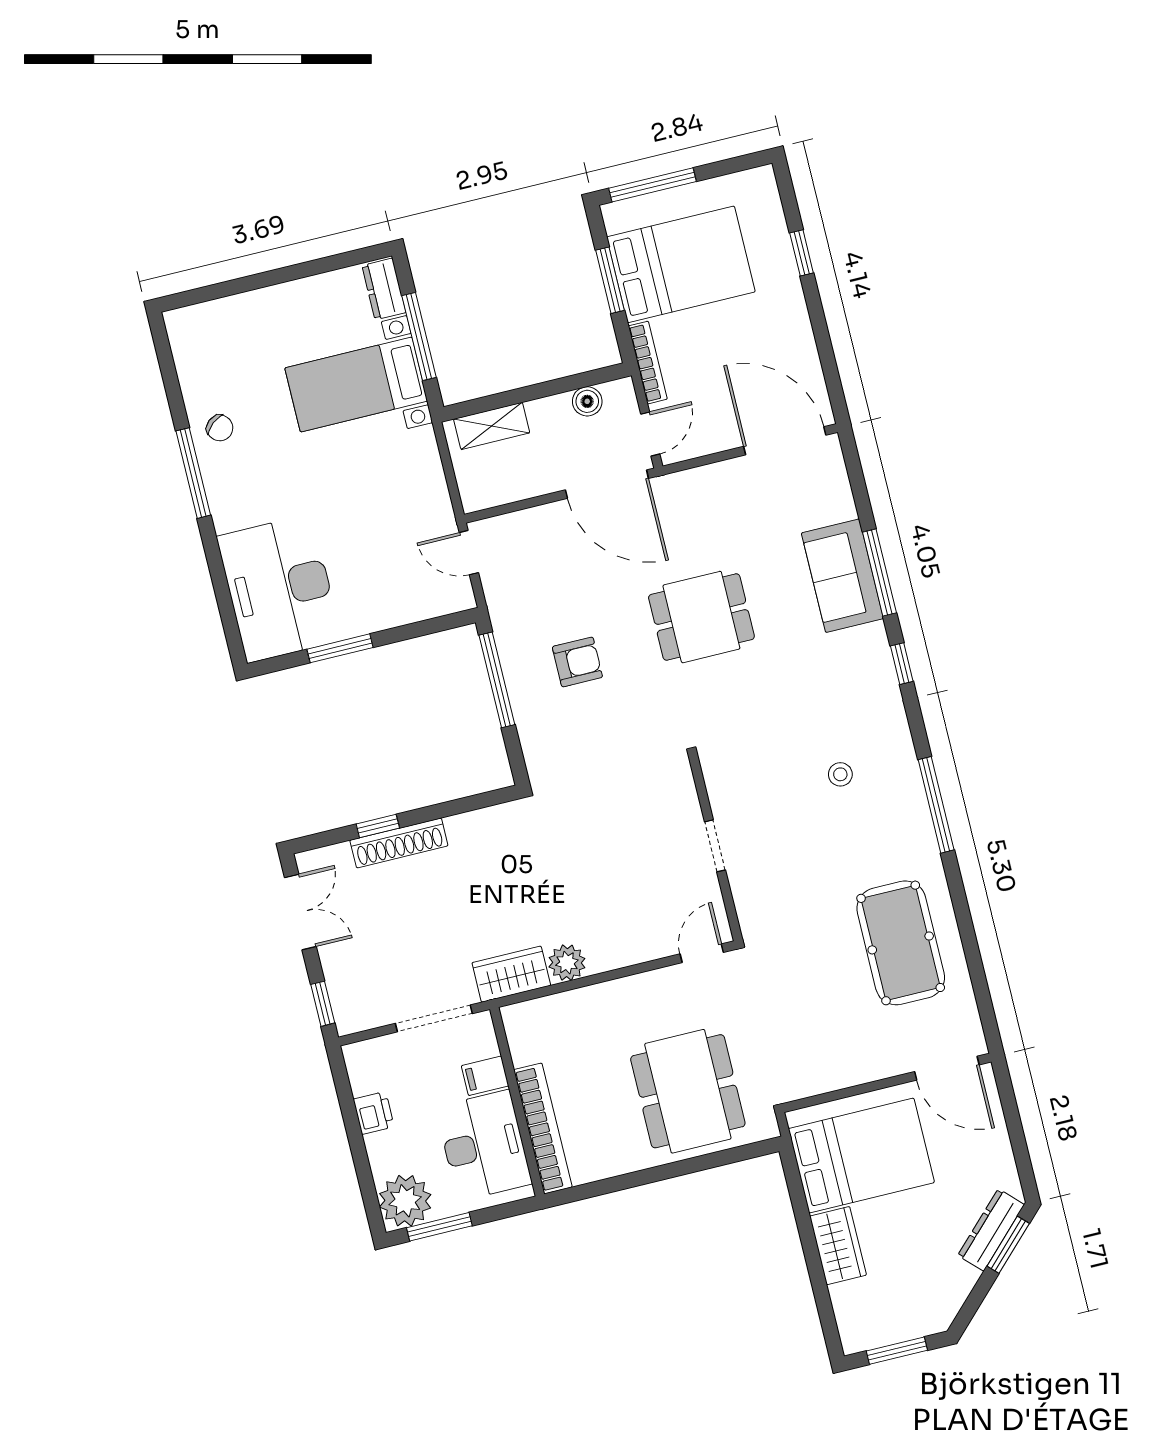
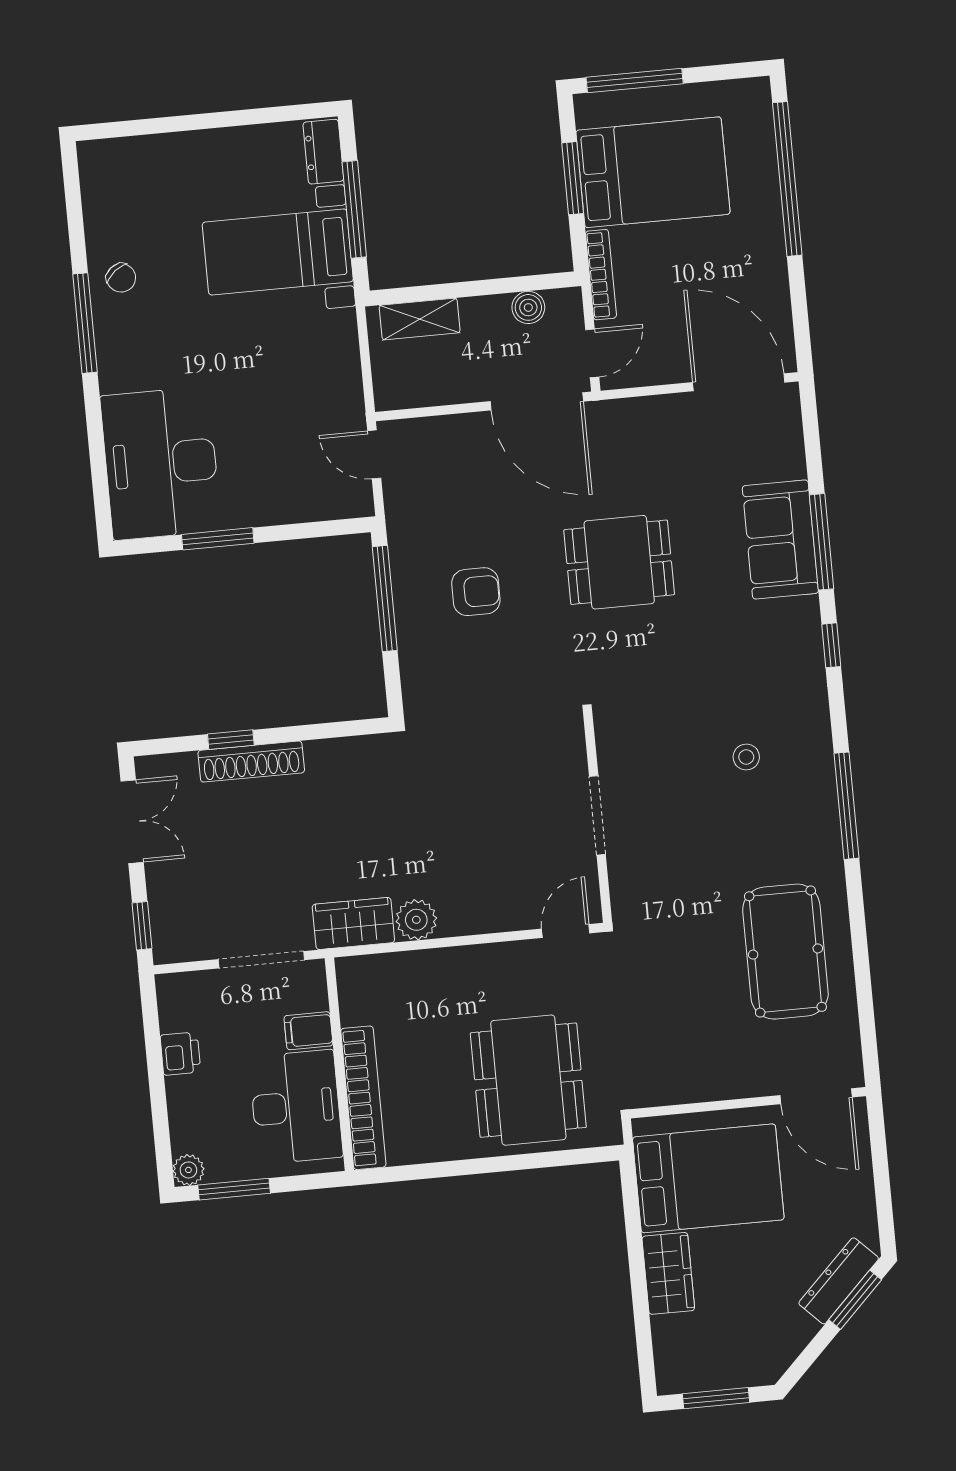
window: (802, 253) -> (787, 179), width x3.17
doorway: (715, 846) -> (597, 815), width x1.38
plant: (405, 1201) -> (188, 1170), width x0.53, depth x0.53

